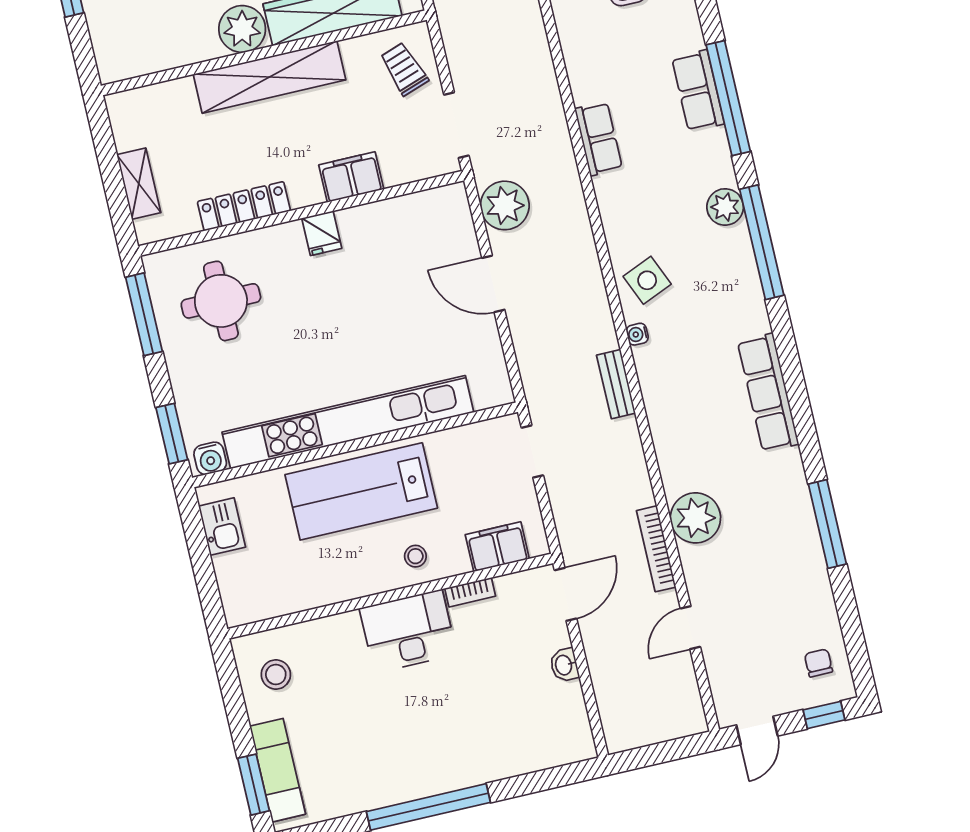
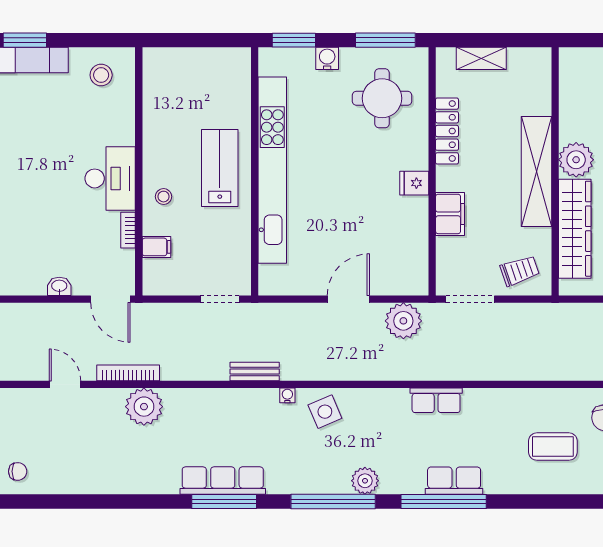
water cooler: (210, 458) -> (327, 58), moved, turned 90
lab bench: (361, 491) -> (220, 168), width x0.73, depth x0.72
window: (827, 524) -> (224, 501), moved
kitchen sink: (222, 527) -> (218, 61), removed
filing cabinet: (497, 547) -> (156, 247), width x0.50

